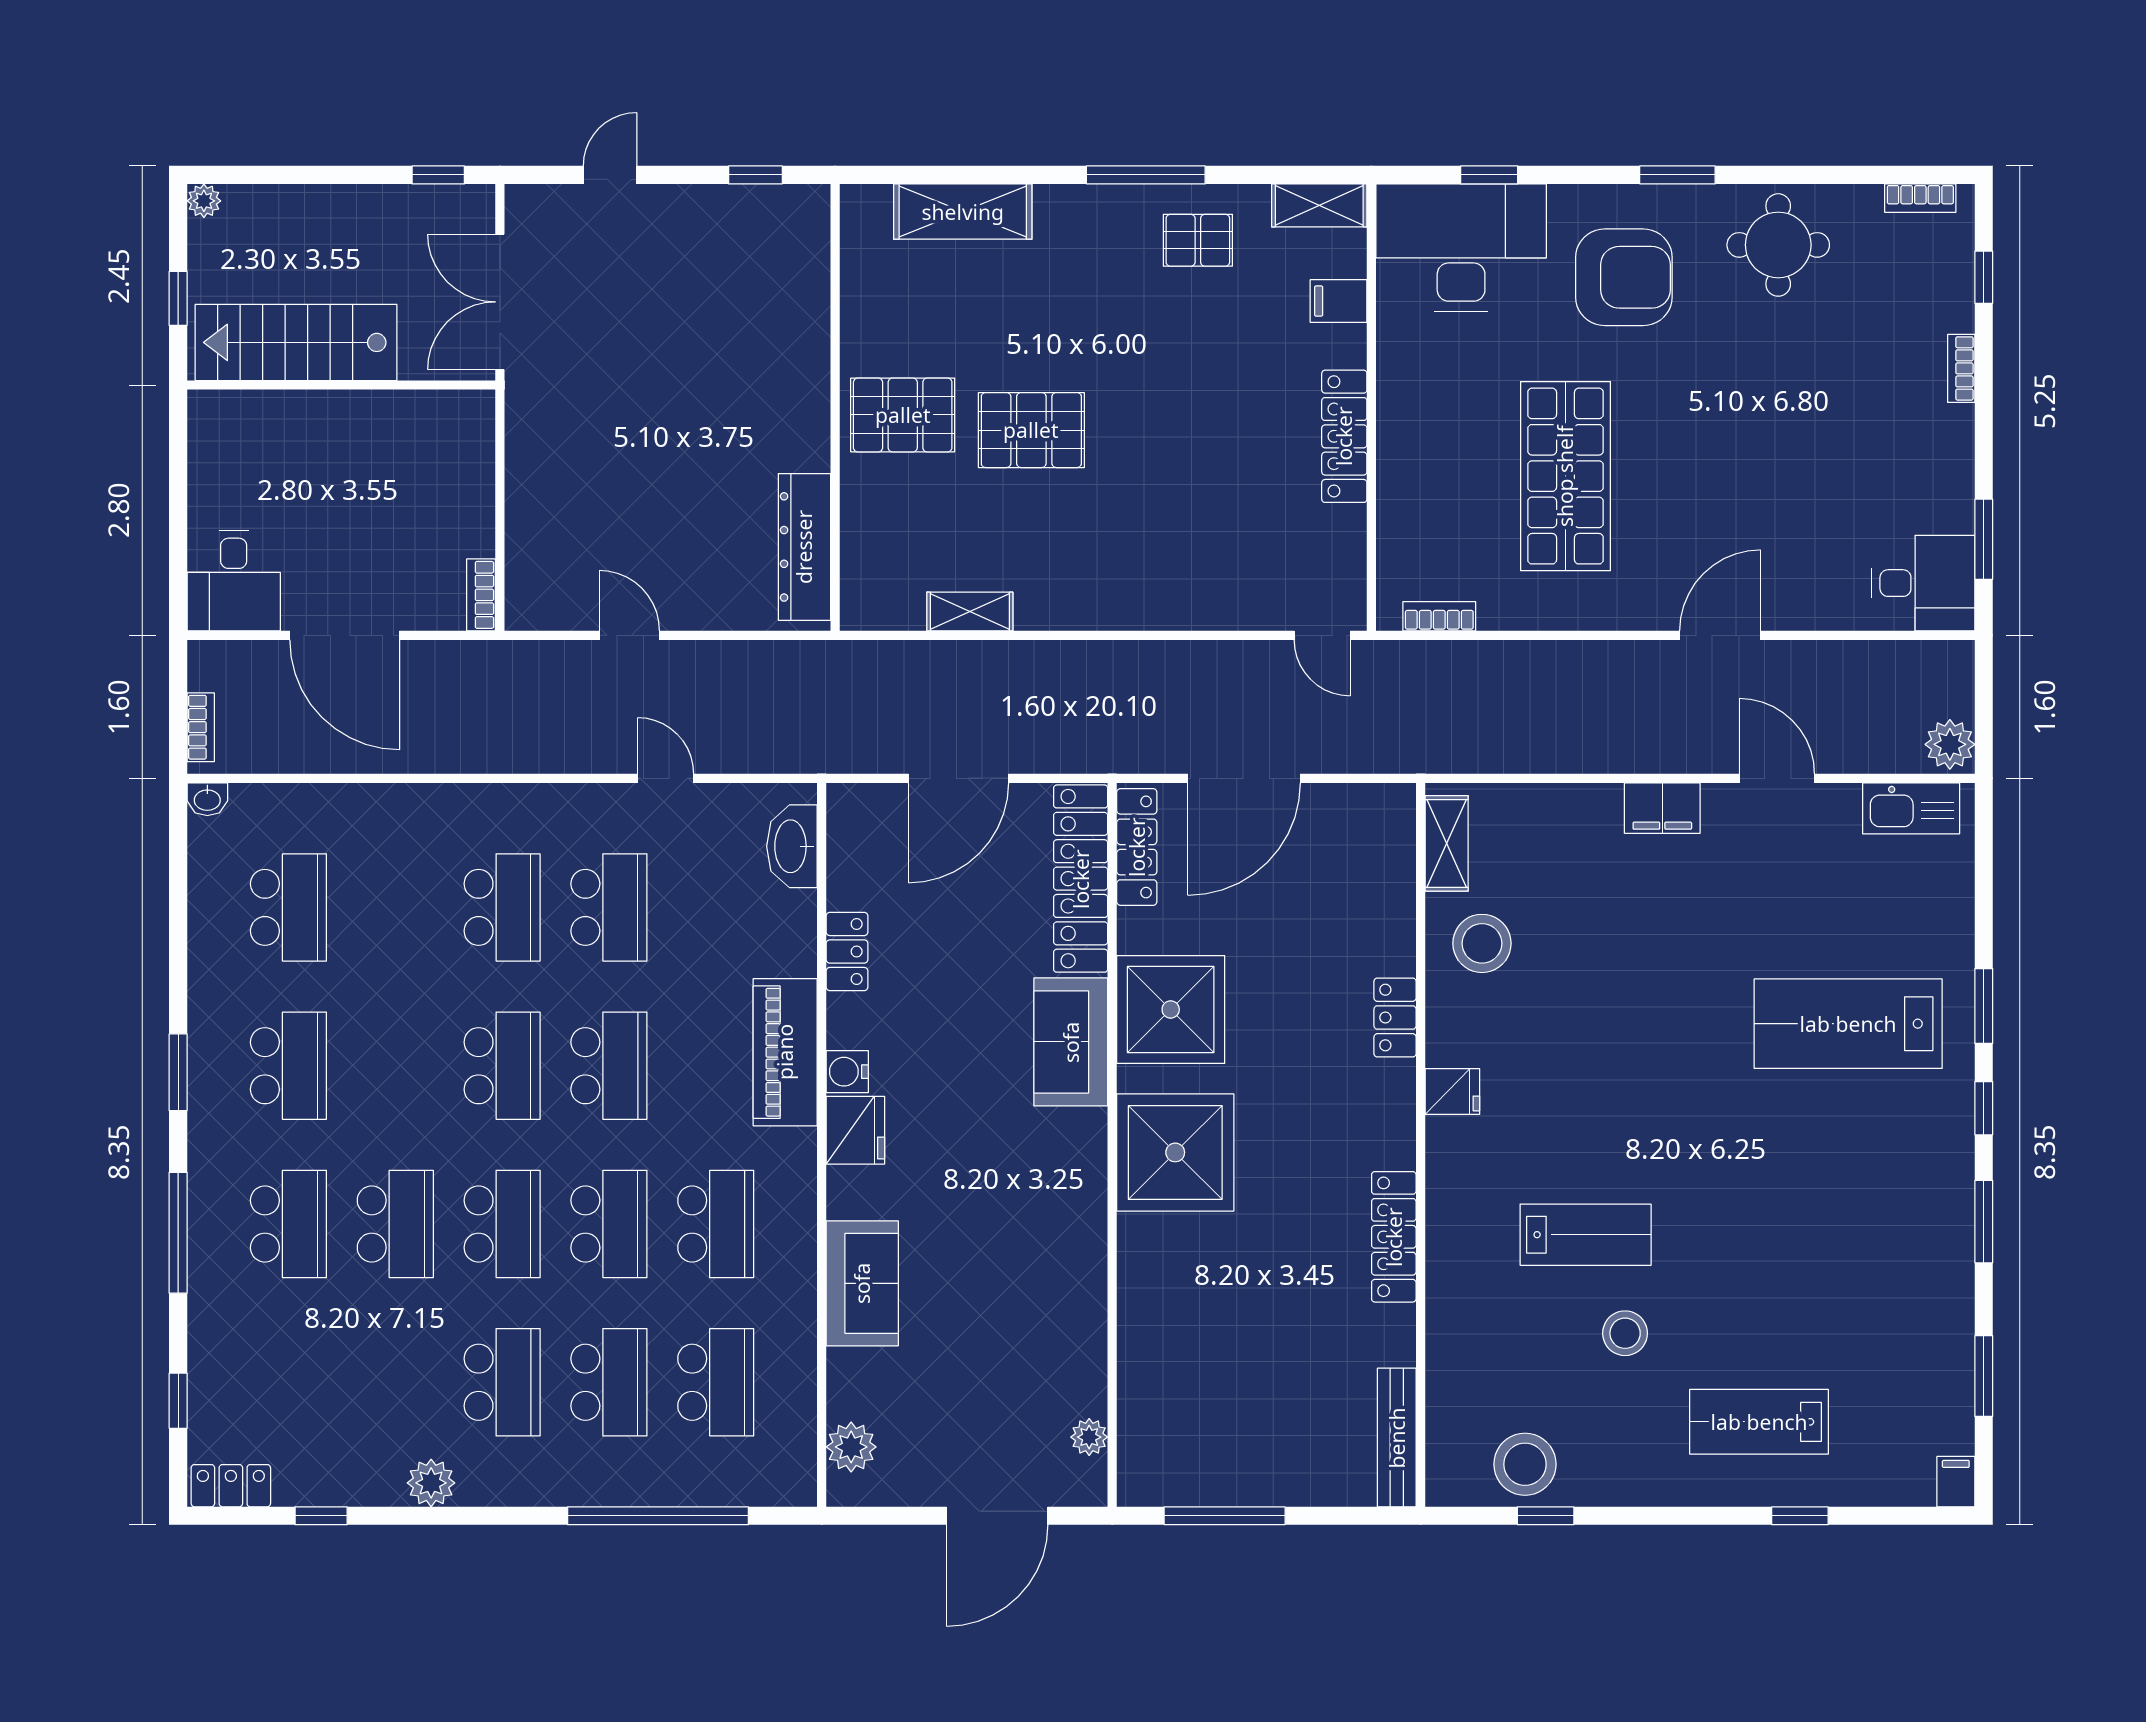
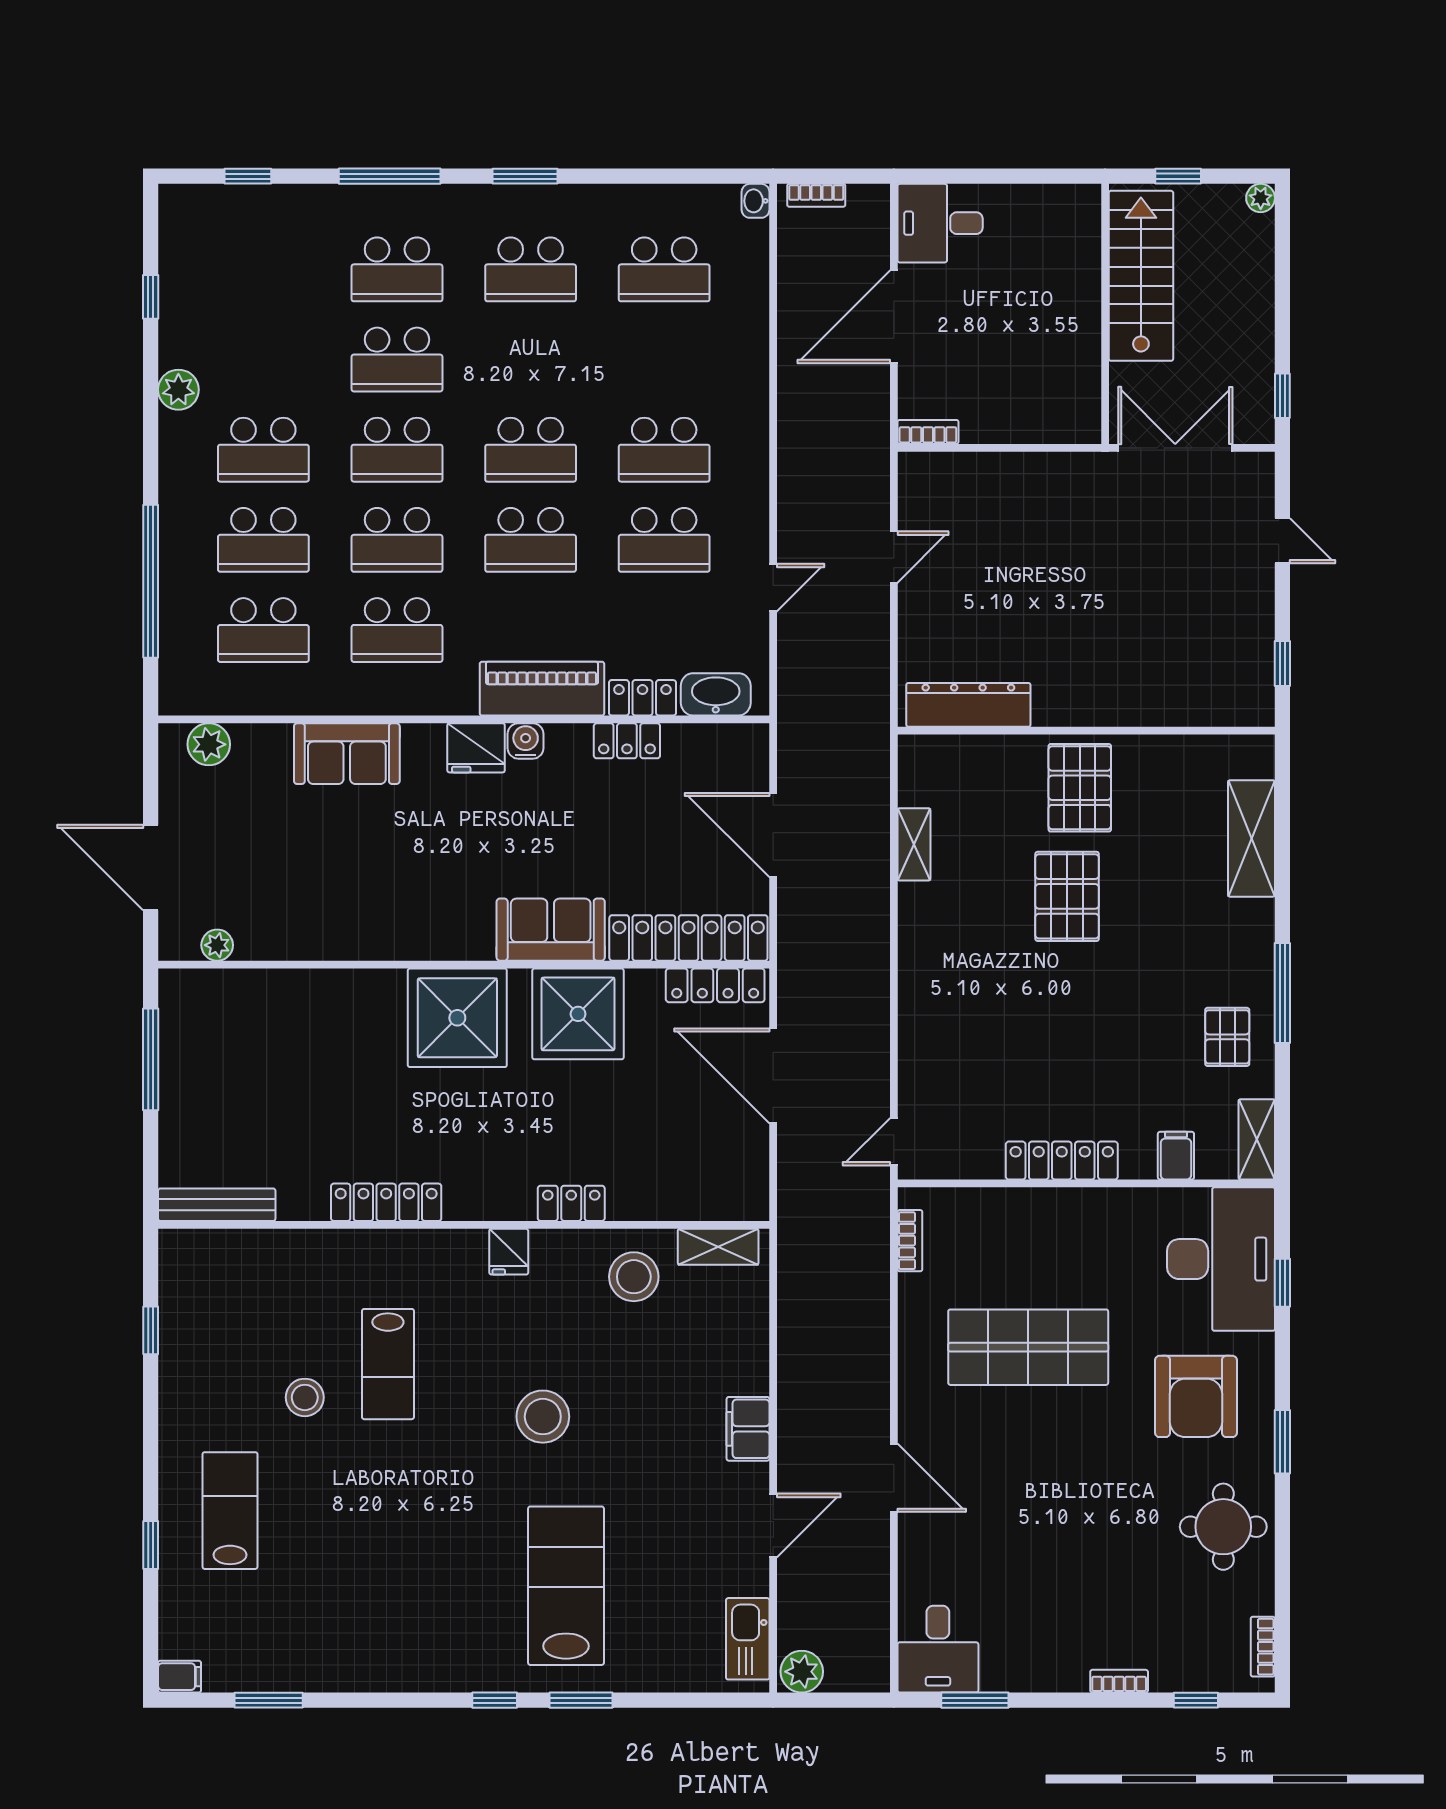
window: (1984, 1222) -> (399, 1700), removed
stool: (1525, 1464) -> (543, 1417), moved
locker: (231, 1486) -> (642, 698), moved, turned -90

